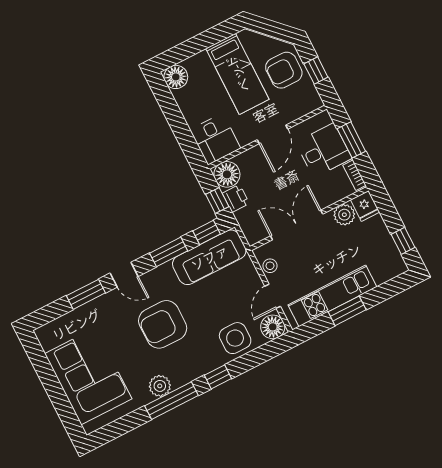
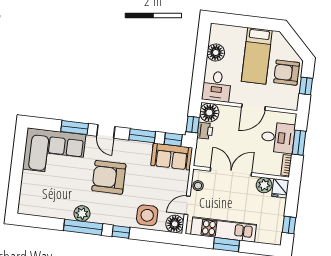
floor lamp: (176, 77) -> (216, 52), moved
sofa: (209, 257) -> (172, 157), width x0.73
corner sofa: (88, 376) -> (54, 152), moved, turned 90

